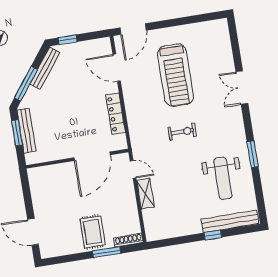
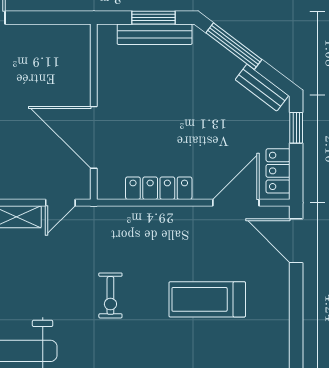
locker: (94, 46) -> (278, 171), added
bench: (45, 68) -> (262, 88), width x0.73
treadmill: (175, 75) -> (207, 299), width x0.73, depth x0.73

